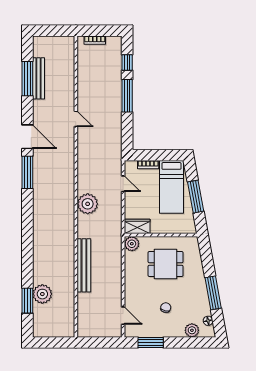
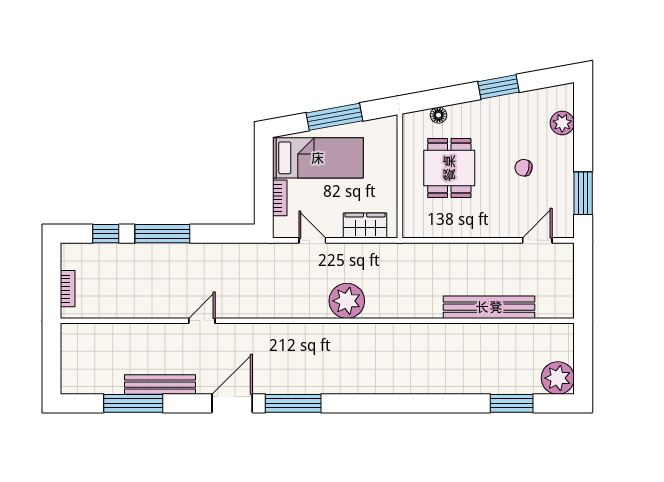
bench: (39, 78) -> (160, 385), moved
door: (123, 184) -> (312, 240), hinge flipped
wardrobe: (137, 226) -> (365, 226), moved, turned 90
plant: (132, 244) -> (415, 226), removed
bench: (84, 265) -> (489, 307), moved
window: (213, 293) -> (498, 87), width x0.69
plant: (42, 294) -> (558, 378), moved
floor lamp: (208, 321) -> (439, 115), moved

